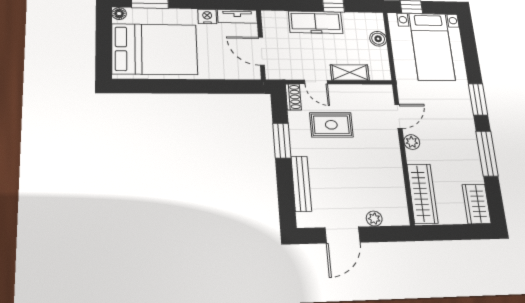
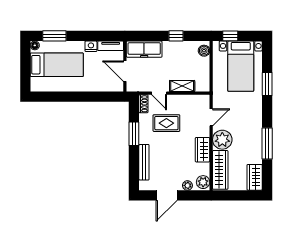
freezer: (316, 22) -> (144, 49), moved
boiler: (378, 39) -> (204, 51), moved
bed: (155, 49) -> (57, 65), width x0.67
window: (478, 99) -> (267, 84), moved
plant: (412, 142) -> (222, 140), width x1.88, depth x1.88
wardrobe: (391, 164) -> (203, 150), added
plant: (398, 213) -> (203, 182), added

